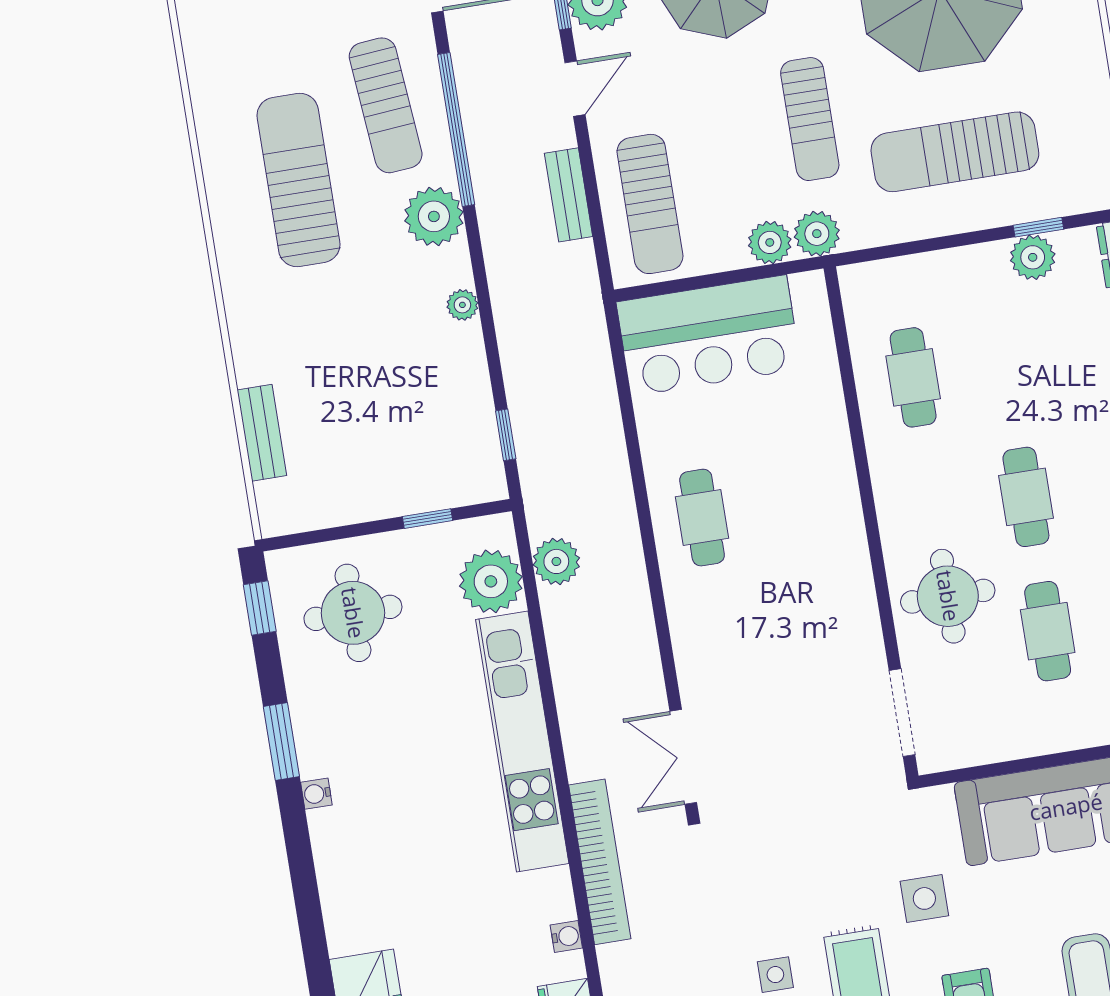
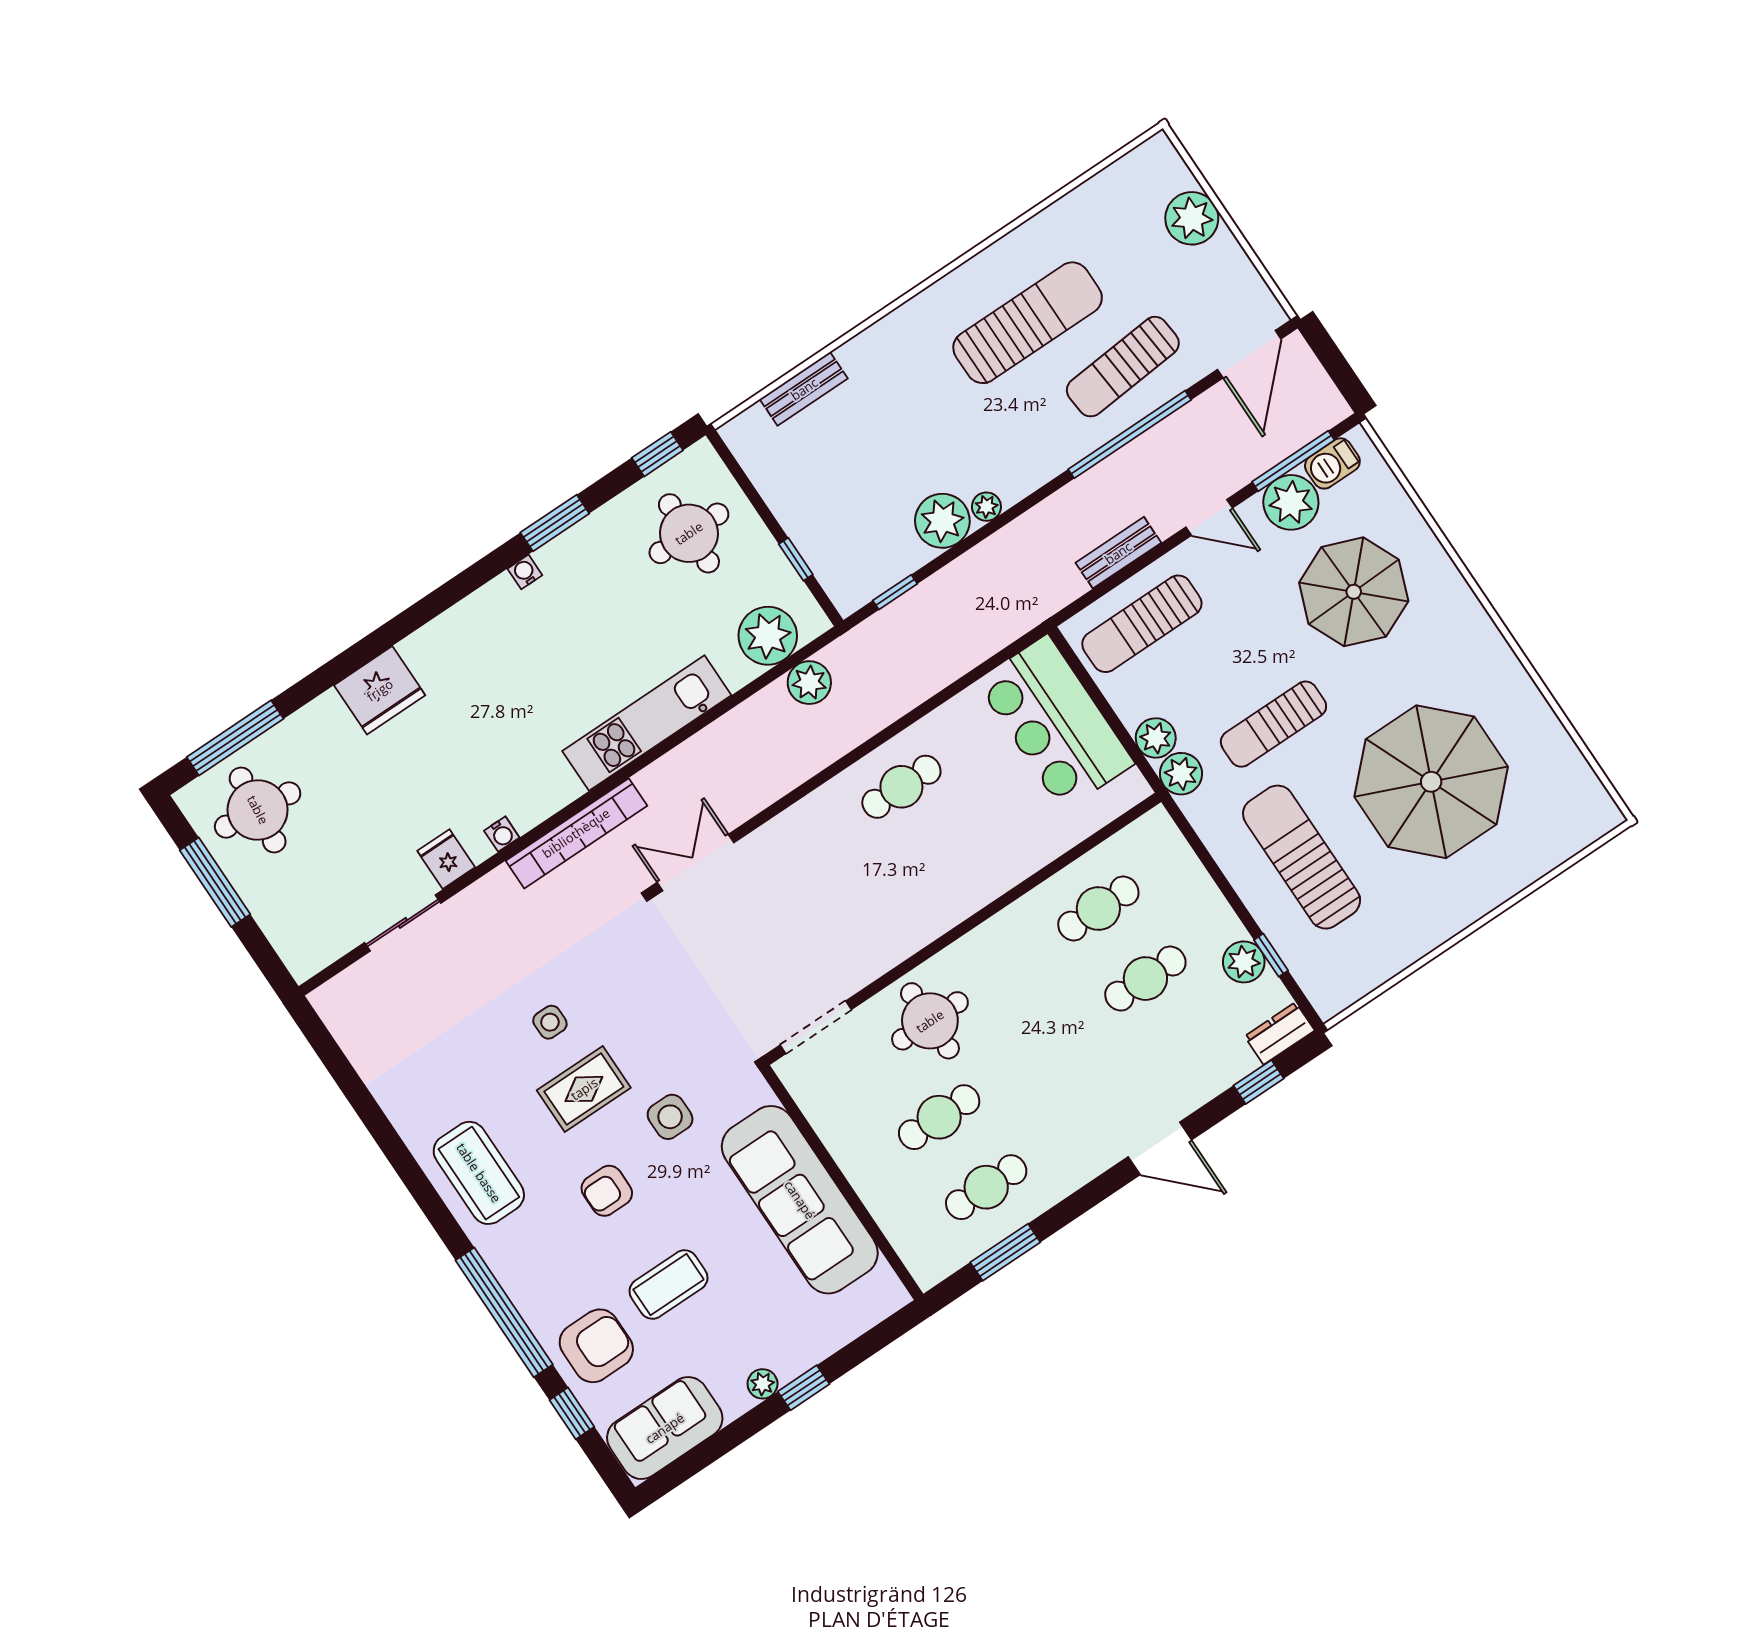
plant: (434, 216) -> (942, 521), moved
cafe table: (1026, 497) -> (1145, 979), moved
kitchen unit: (522, 742) -> (647, 723), width x0.73

